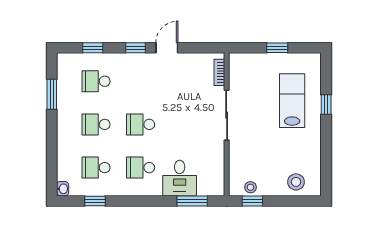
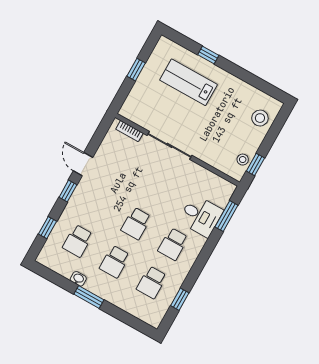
window: (52, 94) -> (89, 297), moved
washbasin: (63, 189) -> (78, 279), moved

